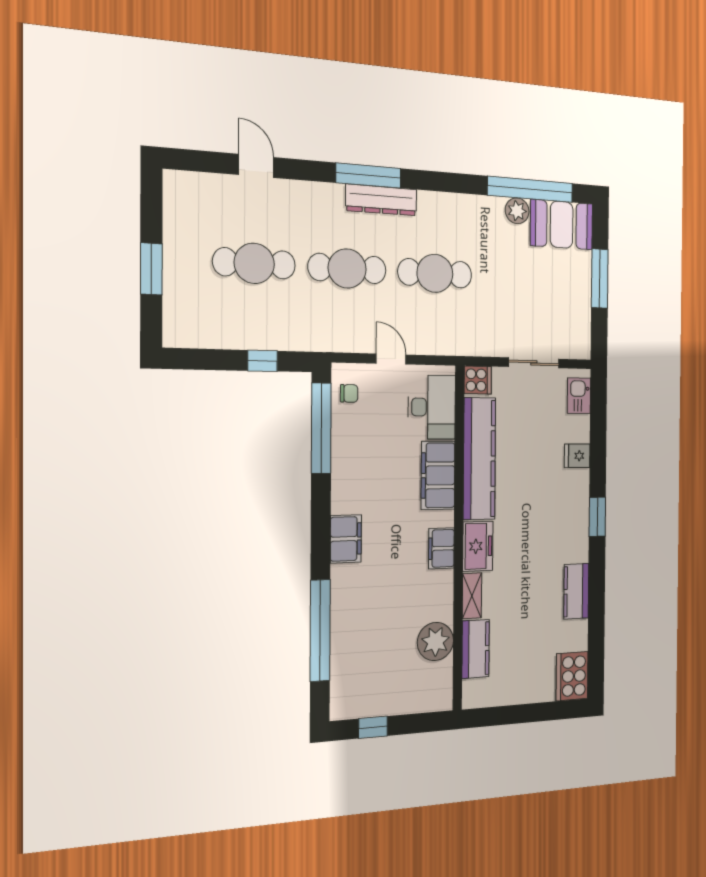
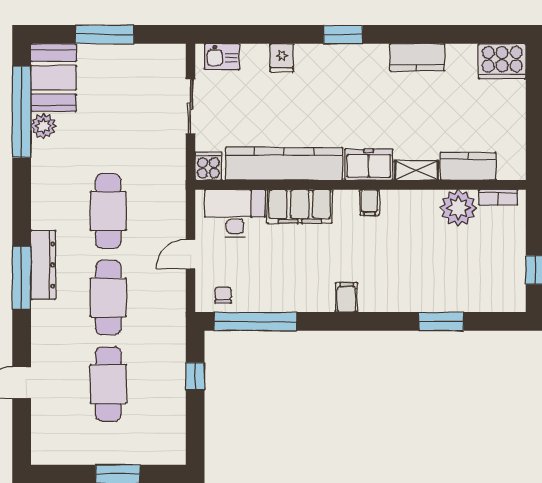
filing cabinet: (346, 539) -> (347, 297), width x0.50
filing cabinet: (441, 548) -> (370, 202), width x0.50
window: (320, 631) -> (441, 321), width x0.47
bookcase: (445, 682) -> (498, 197), added

